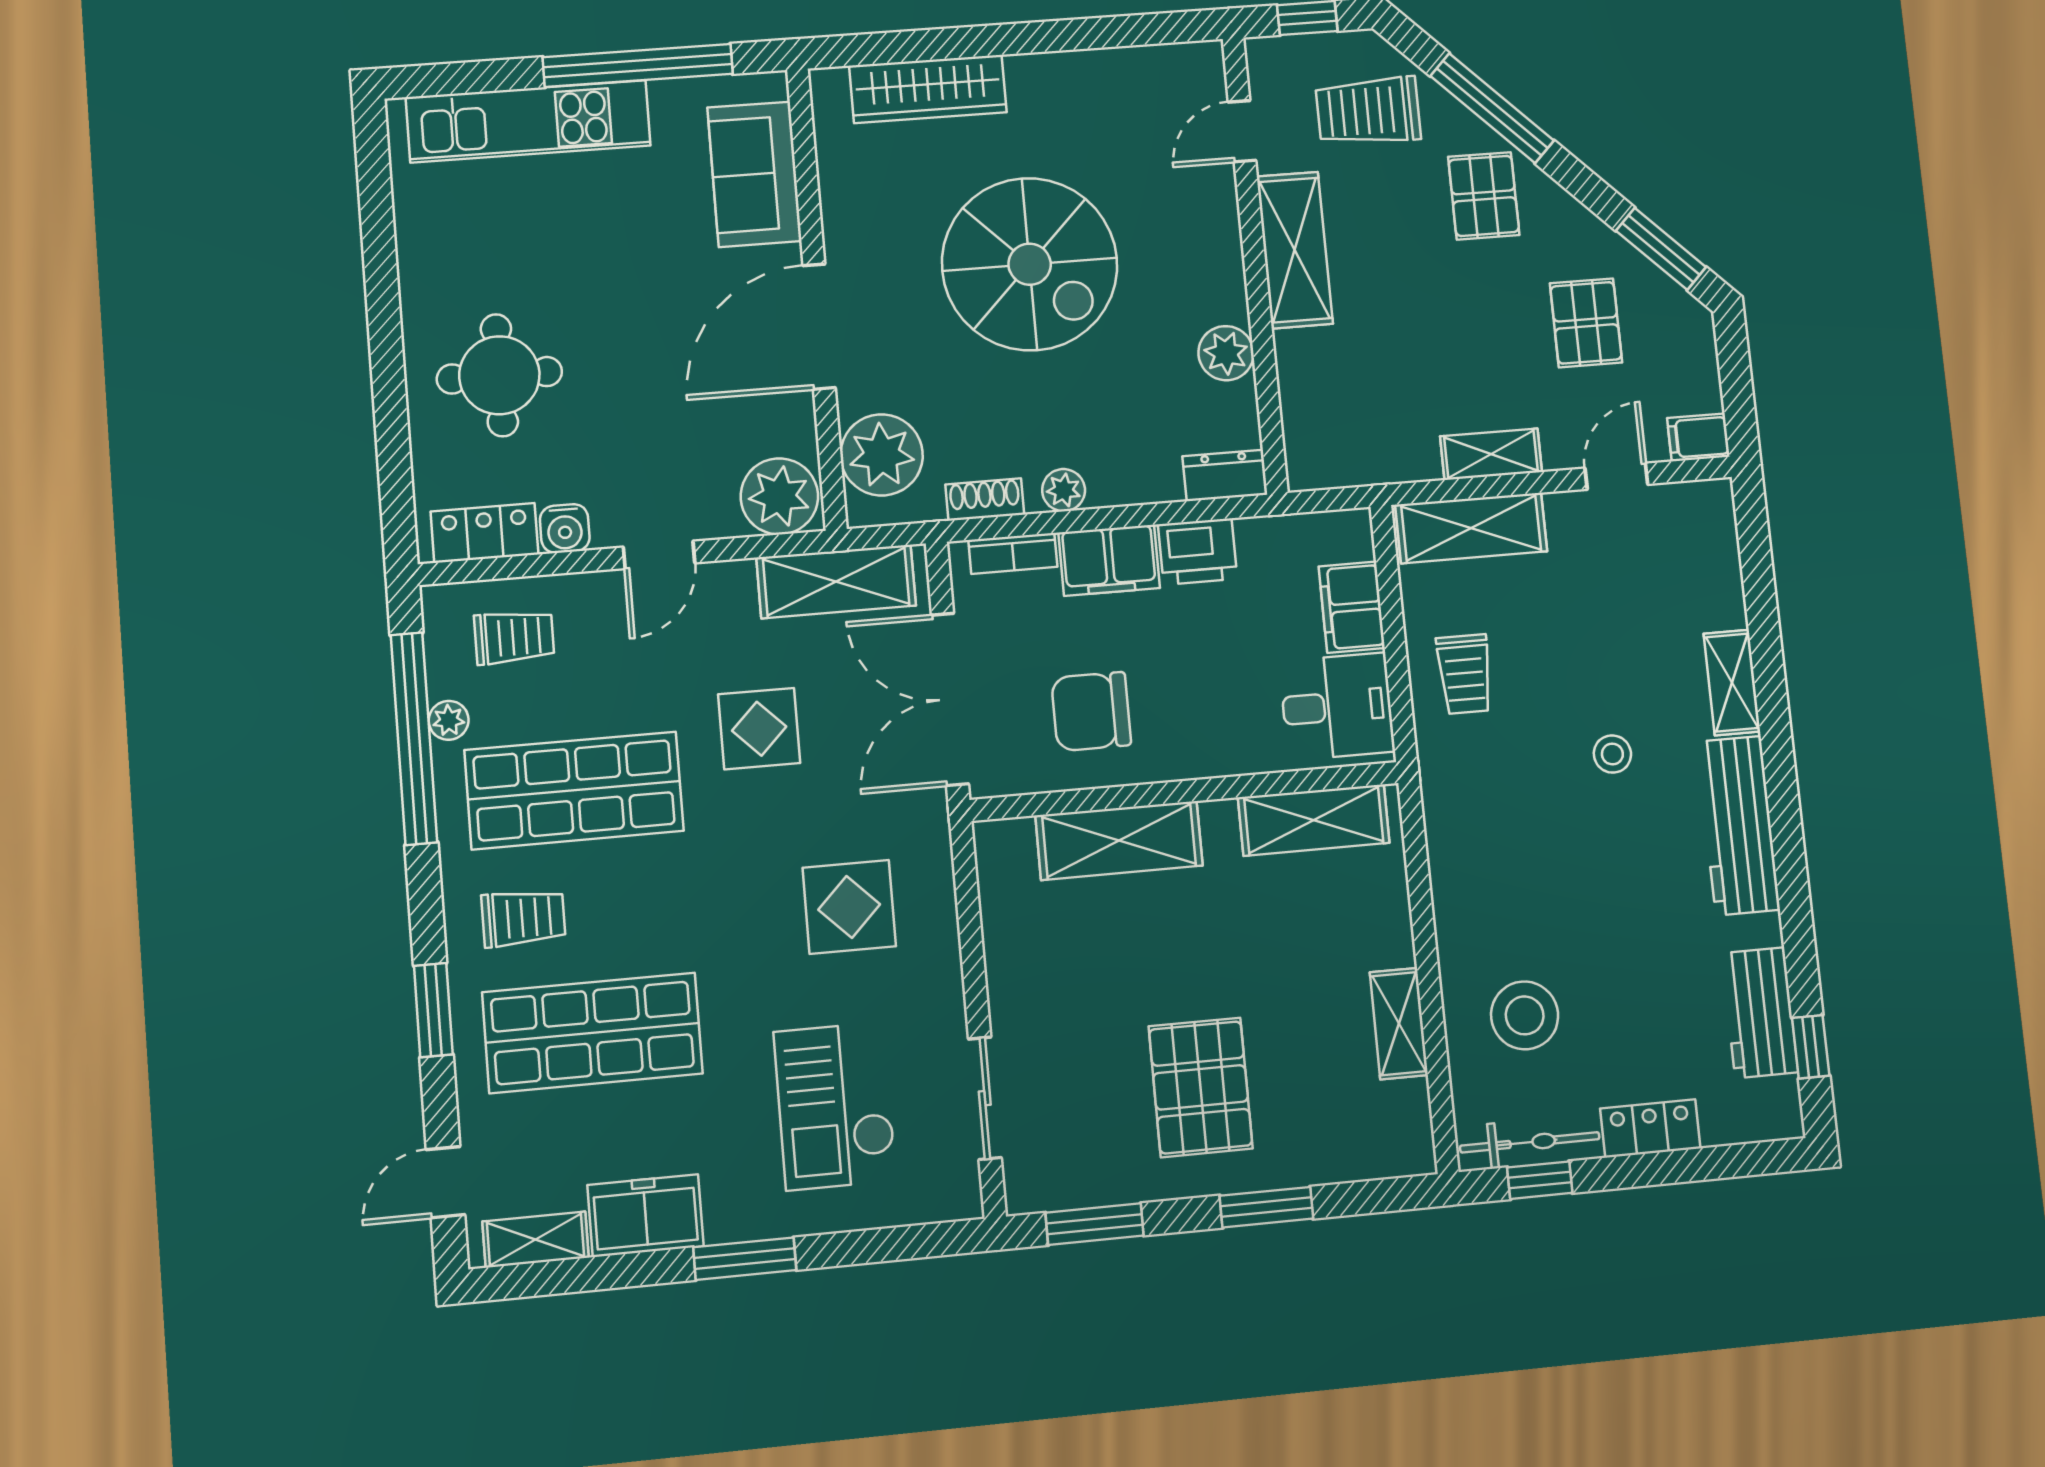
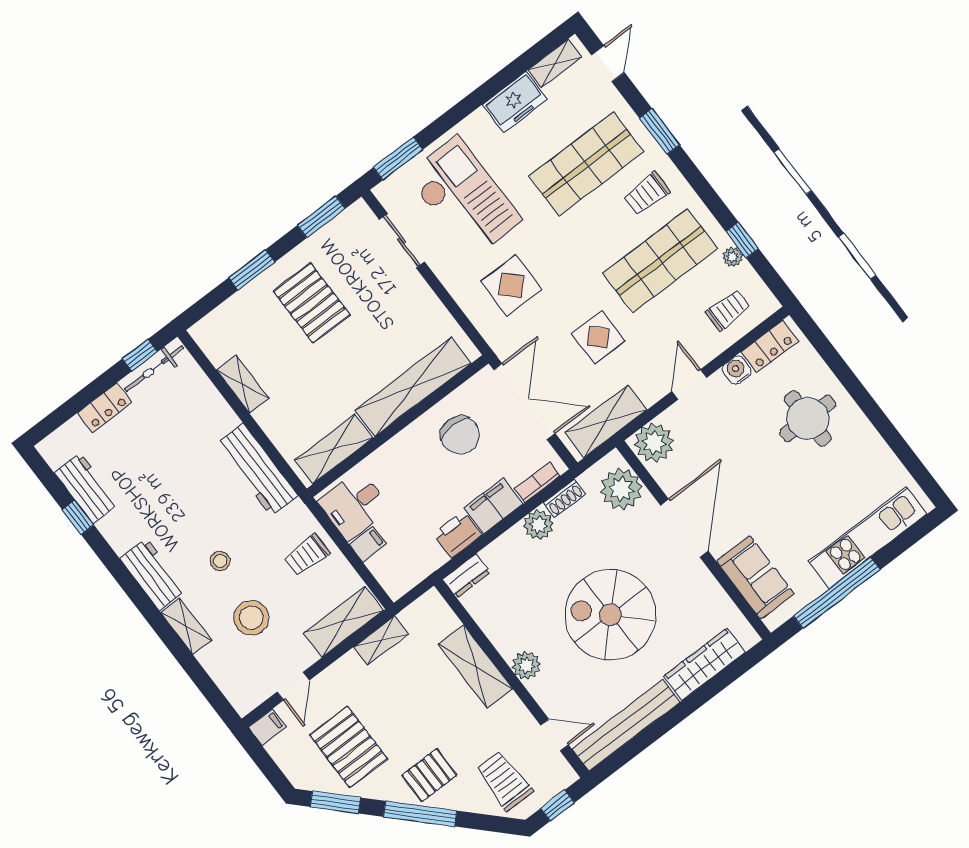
bench: (1117, 73) -> (626, 725), added
window: (1492, 108) -> (420, 814), moved
trolley: (1368, 111) -> (504, 781), turned -90
door: (1242, 131) -> (555, 735), hinge flipped
pallet: (1484, 196) -> (429, 775), turned 90
shelving: (1295, 250) -> (475, 667), moved
pallet: (1586, 323) -> (349, 747), width x1.50, depth x1.42
plant: (1226, 353) -> (526, 665), moved
shelving: (1491, 454) -> (381, 641), moved
plant: (1064, 490) -> (539, 525), width x1.38, depth x1.38
filing cabinet: (1352, 607) -> (368, 544), width x0.50
trolley: (514, 637) -> (728, 310), turned 180
trolley: (1465, 674) -> (307, 555), turned -90
chair: (1091, 711) -> (460, 435), turned 90
window: (414, 738) -> (742, 240), width x0.32
workbench: (1738, 826) -> (153, 574), width x0.73
shelving: (1119, 840) -> (413, 387), width x1.47
workbench: (1461, 866) -> (257, 470), added
stool: (1525, 1015) -> (251, 618), moved
window: (1811, 1047) -> (78, 517), moved
checkout: (835, 1106) -> (464, 198), width x1.36, depth x1.21
window: (745, 1259) -> (398, 158), moved

